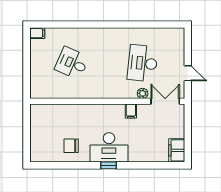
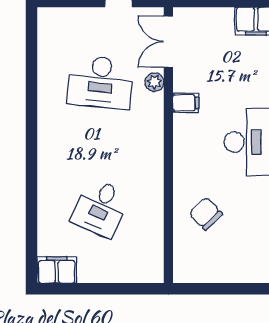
filing cabinet: (37, 33) -> (57, 270), width x2.00
chair: (71, 146) -> (206, 214), moved, turned 136

